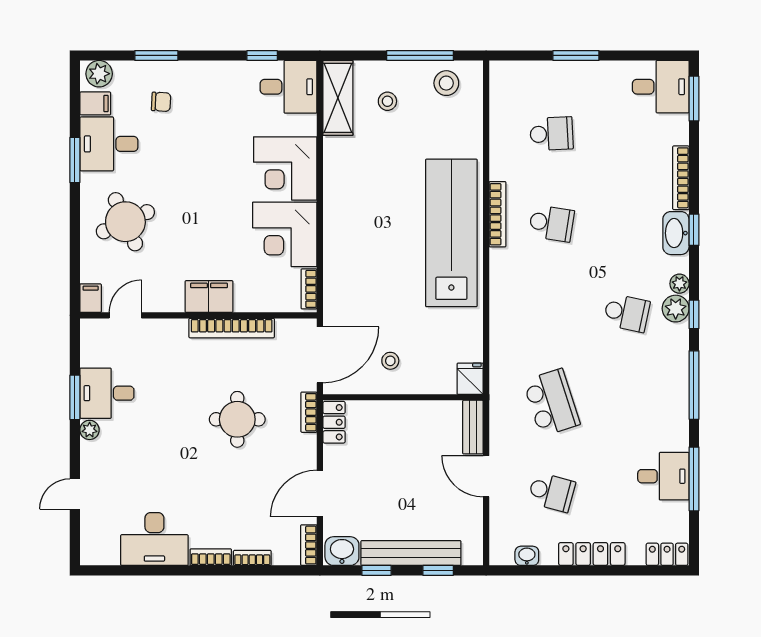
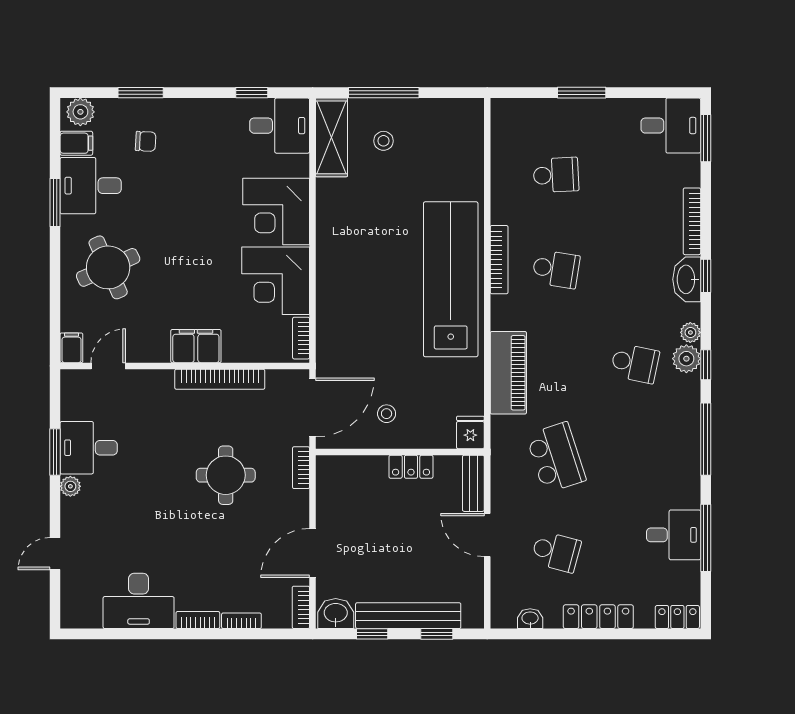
window: (420, 55) -> (384, 93), moved
stool: (446, 83) -> (445, 122), removed
piano: (506, 322) -> (508, 373), added
locker: (334, 422) -> (411, 467), moved, turned 90

